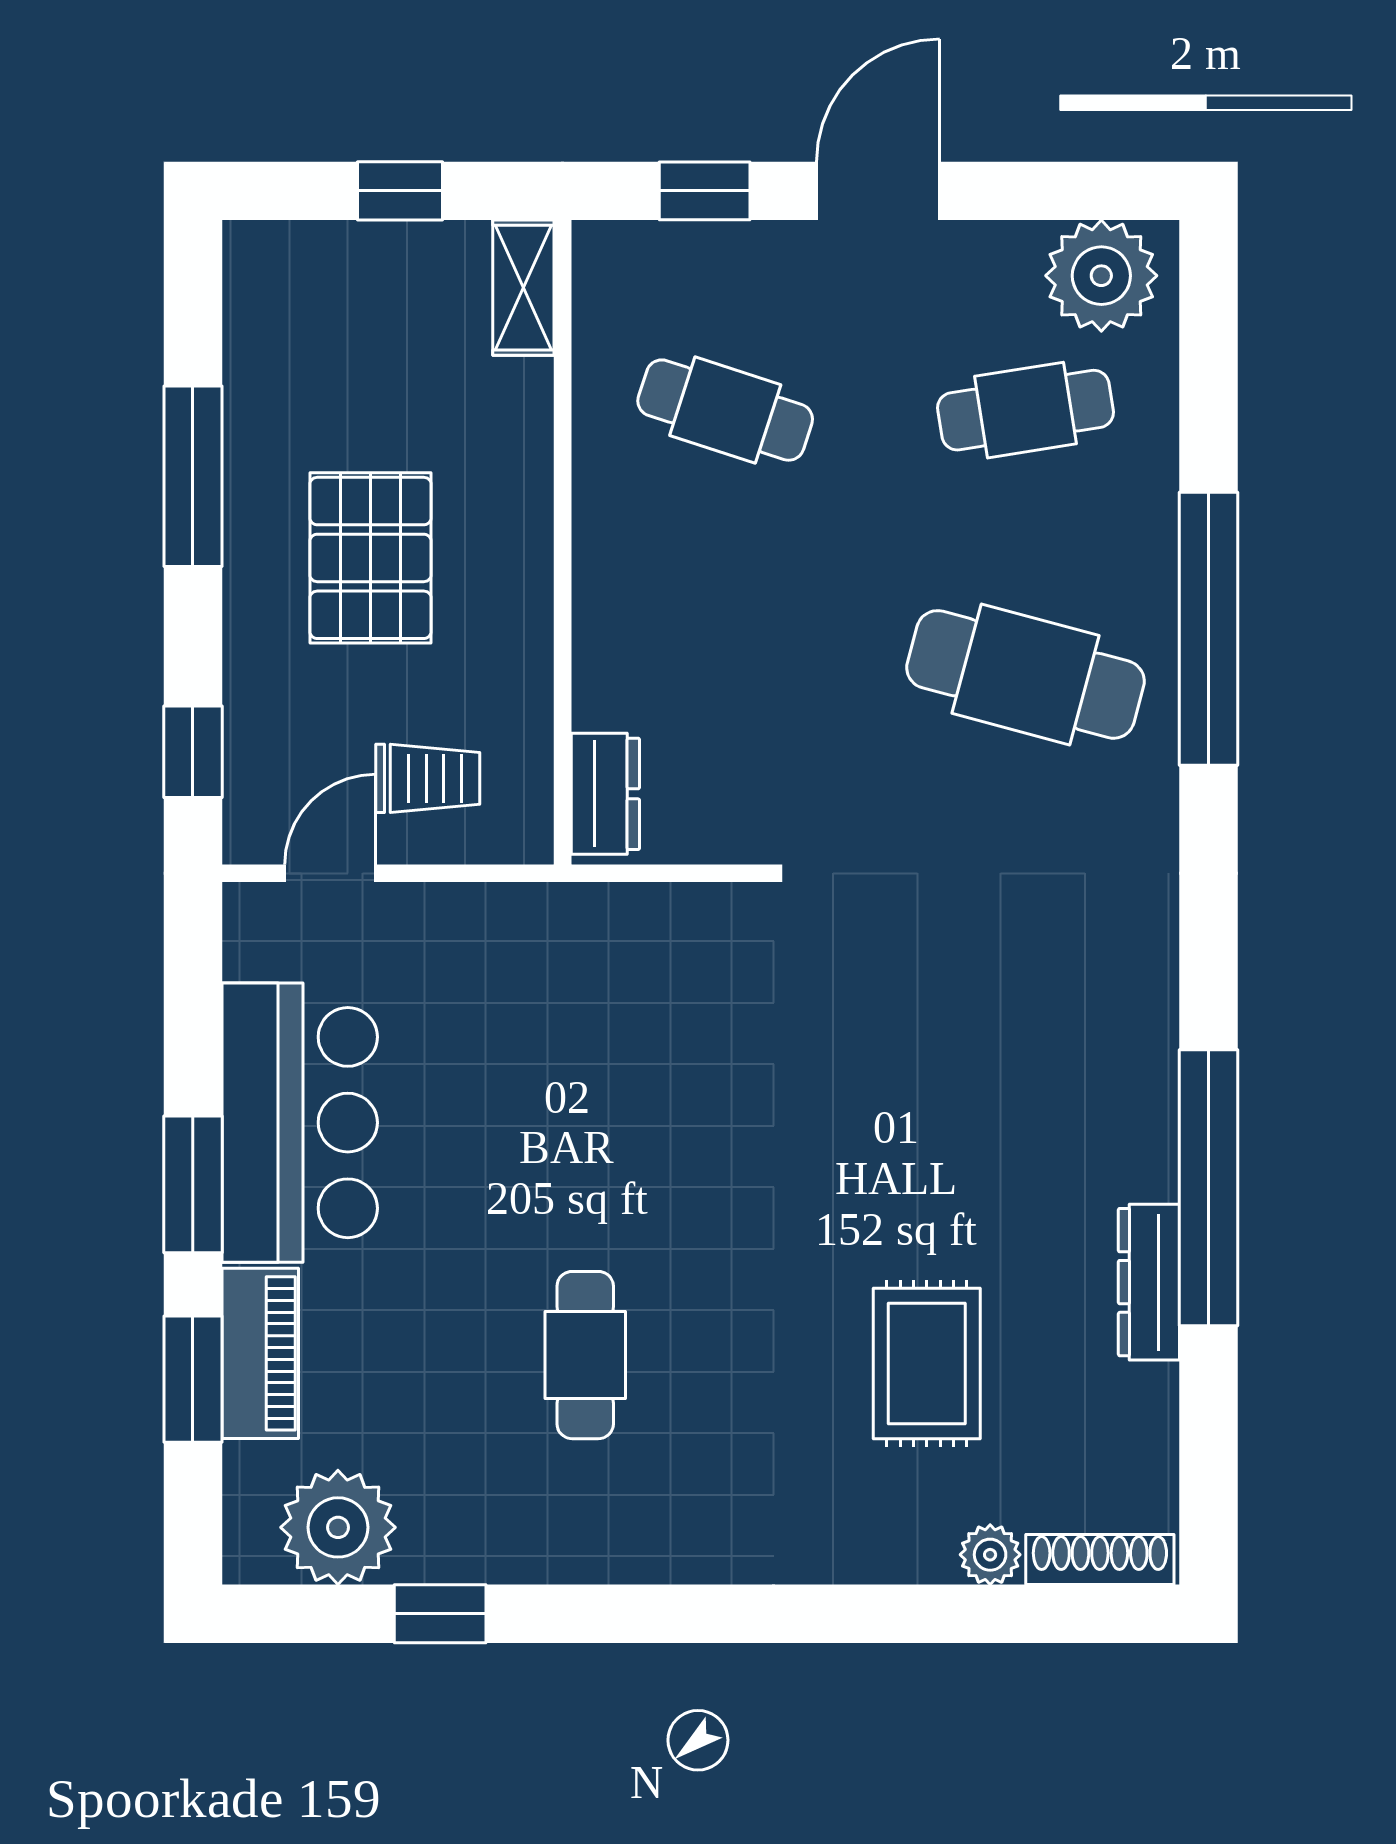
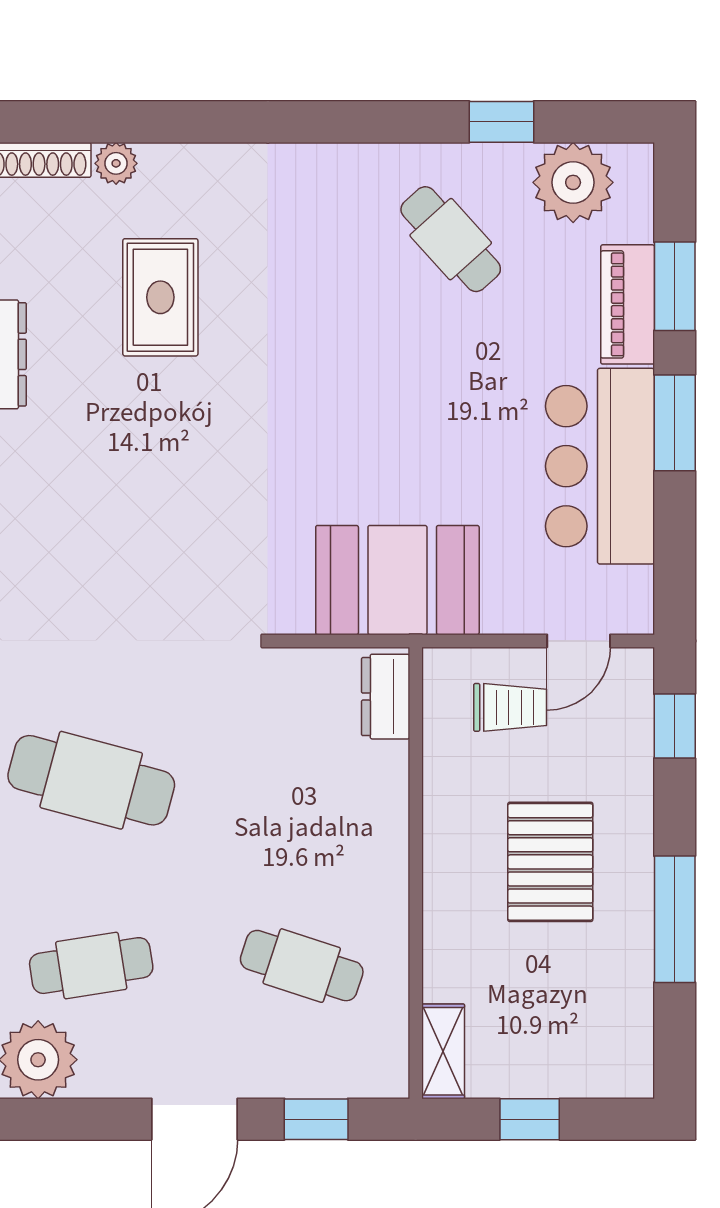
trolley: (428, 778) -> (510, 707), turned 180
booth: (589, 960) -> (397, 580), added
cafe table: (585, 1355) -> (451, 239), moved, turned -42

